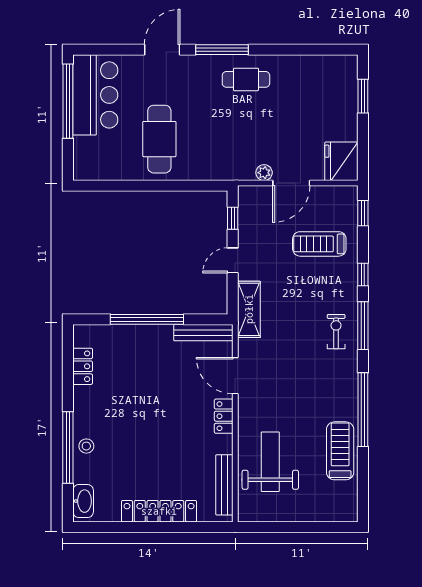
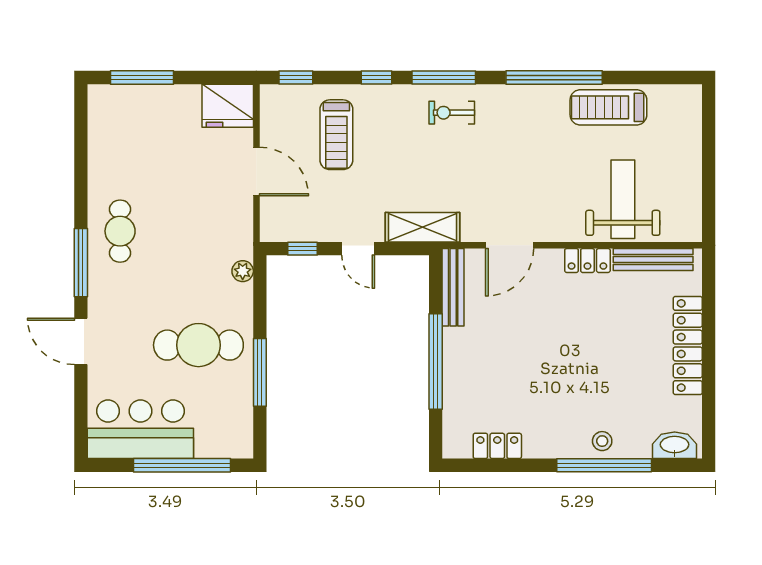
window: (363, 96) -> (142, 77), width x1.44
window: (68, 101) -> (182, 465), moved
plant: (264, 173) -> (243, 271), moved
window: (139, 186) -> (260, 372), added
locker: (224, 416) -> (587, 260), moved
weight bench: (270, 462) -> (623, 199), turned 90

